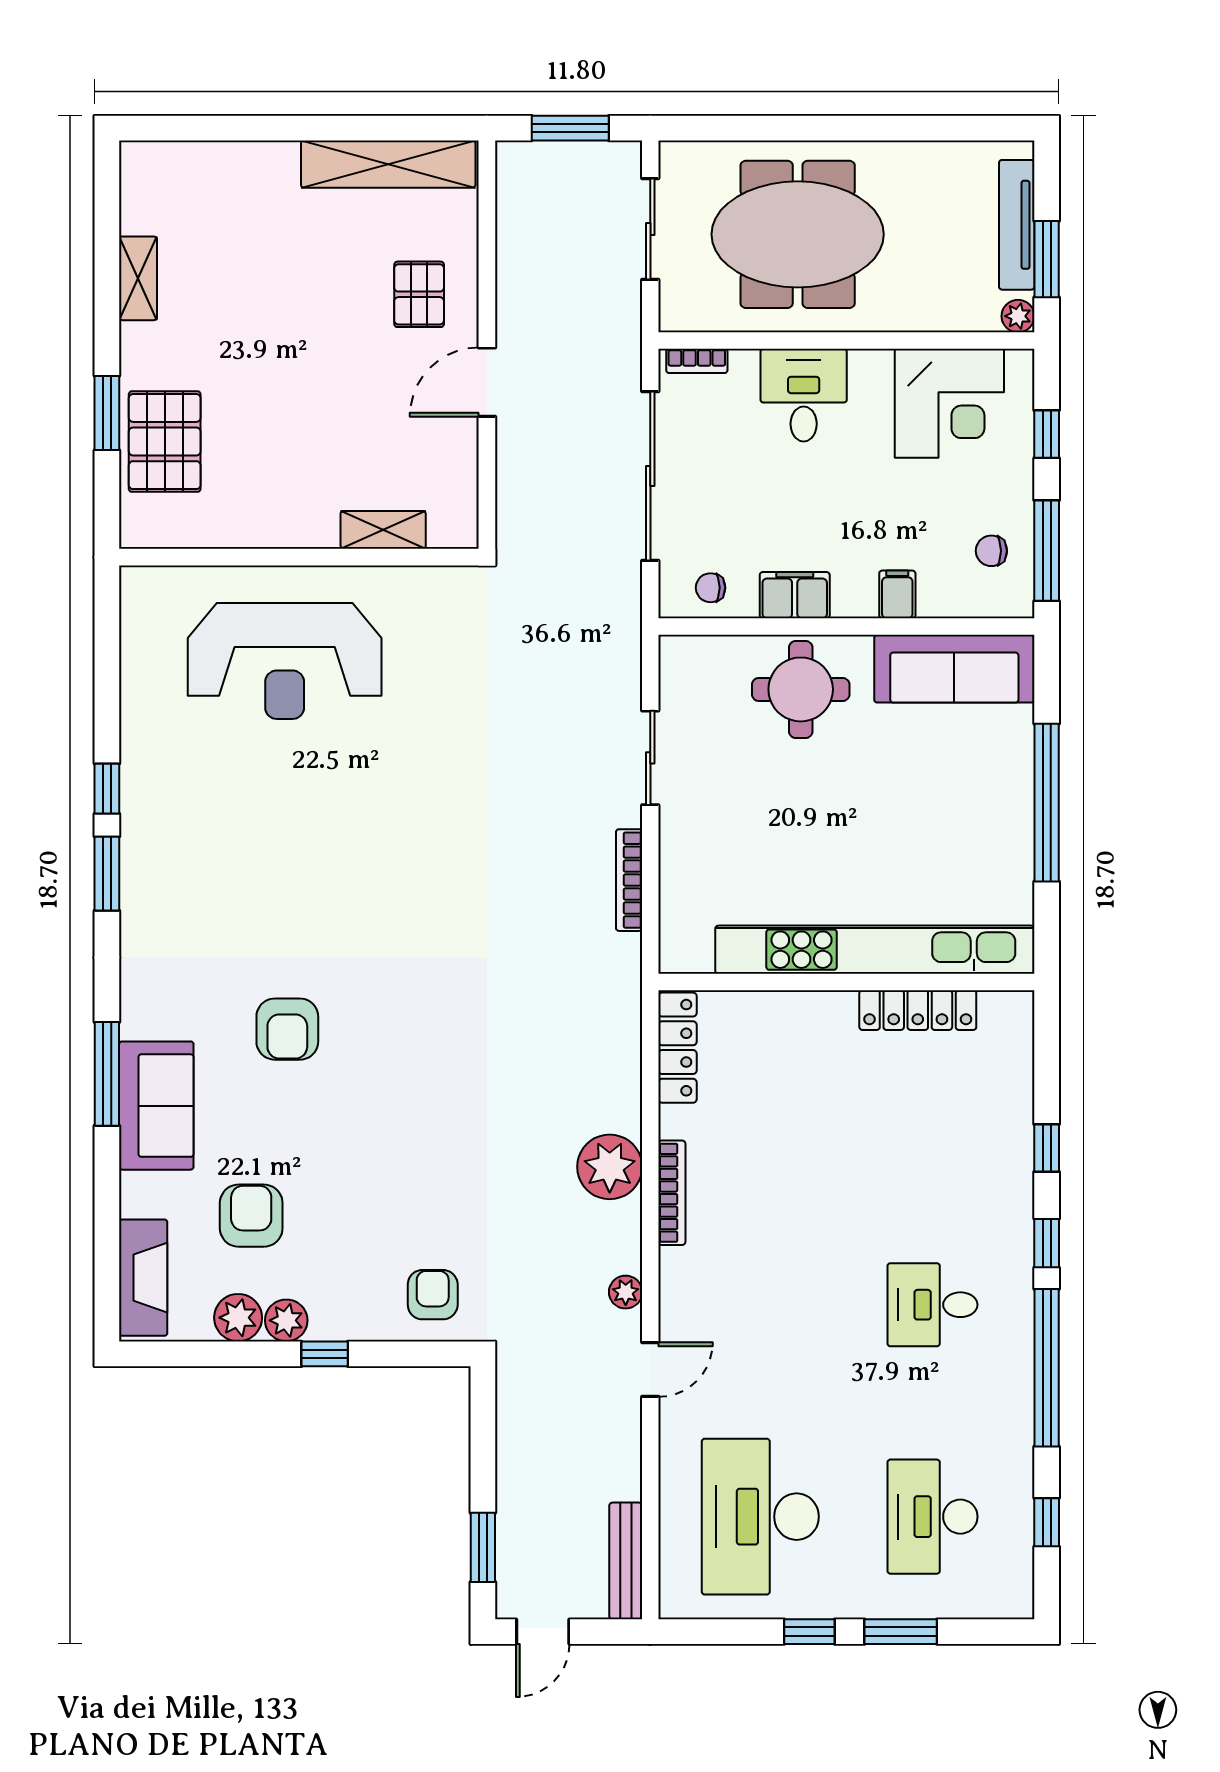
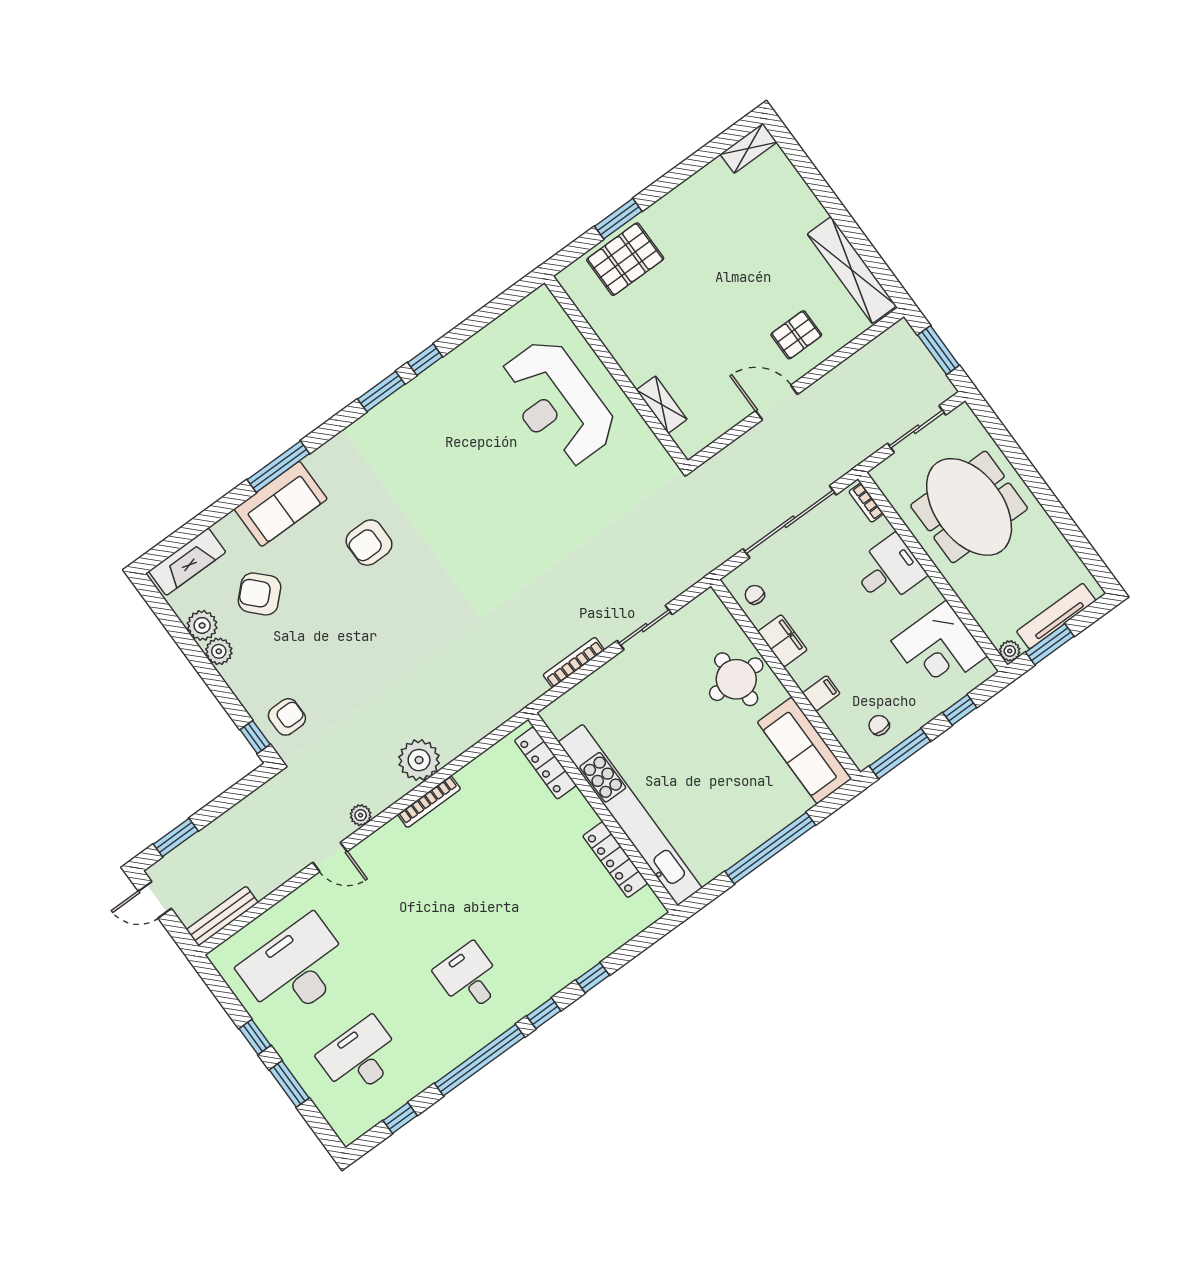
shelving: (138, 278) -> (749, 148), moved
locker: (678, 1048) -> (545, 763), moved, turned 90
armchair: (251, 1216) -> (260, 594), turned -134
window: (325, 1354) -> (255, 737), moved

